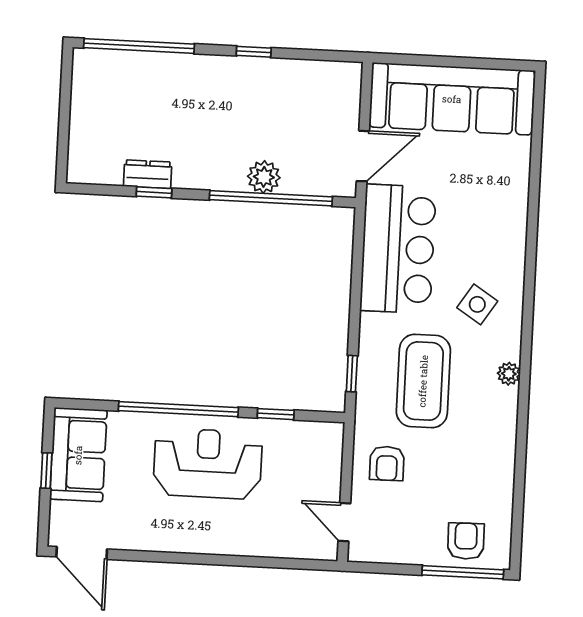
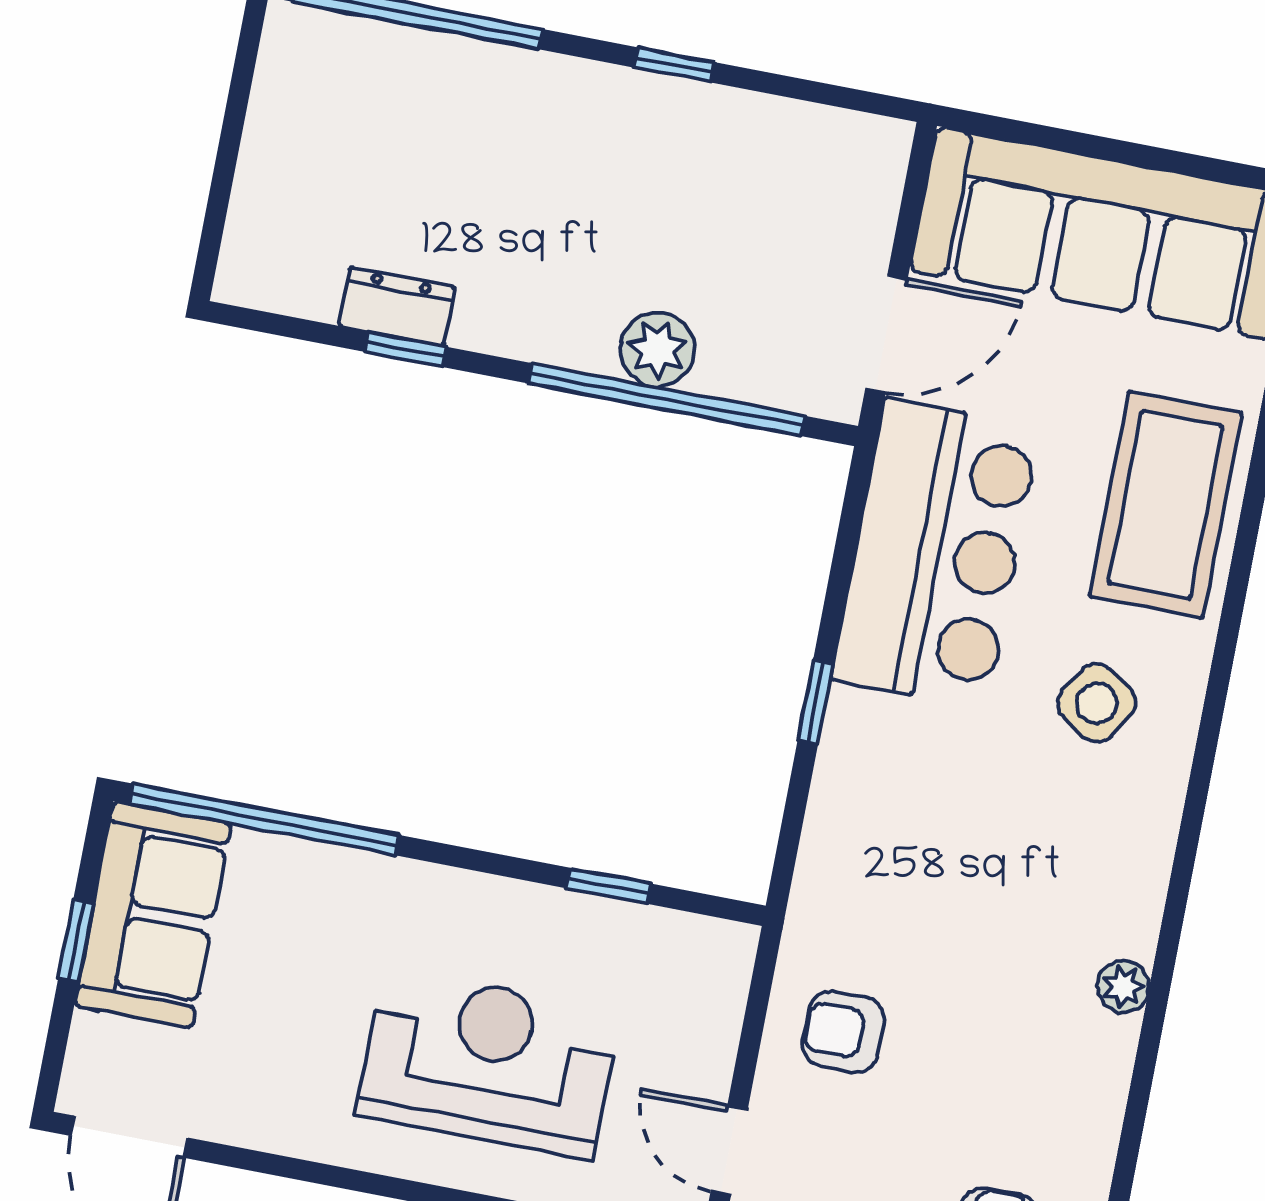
window: (352, 374) -> (815, 702), moved
plant: (509, 374) -> (1123, 986), moved
coffee table: (423, 381) -> (1166, 505), moved
window: (178, 409) -> (264, 820), moved
armchair: (387, 463) -> (843, 1032), turned 90
reception desk: (208, 464) -> (488, 1063), moved

